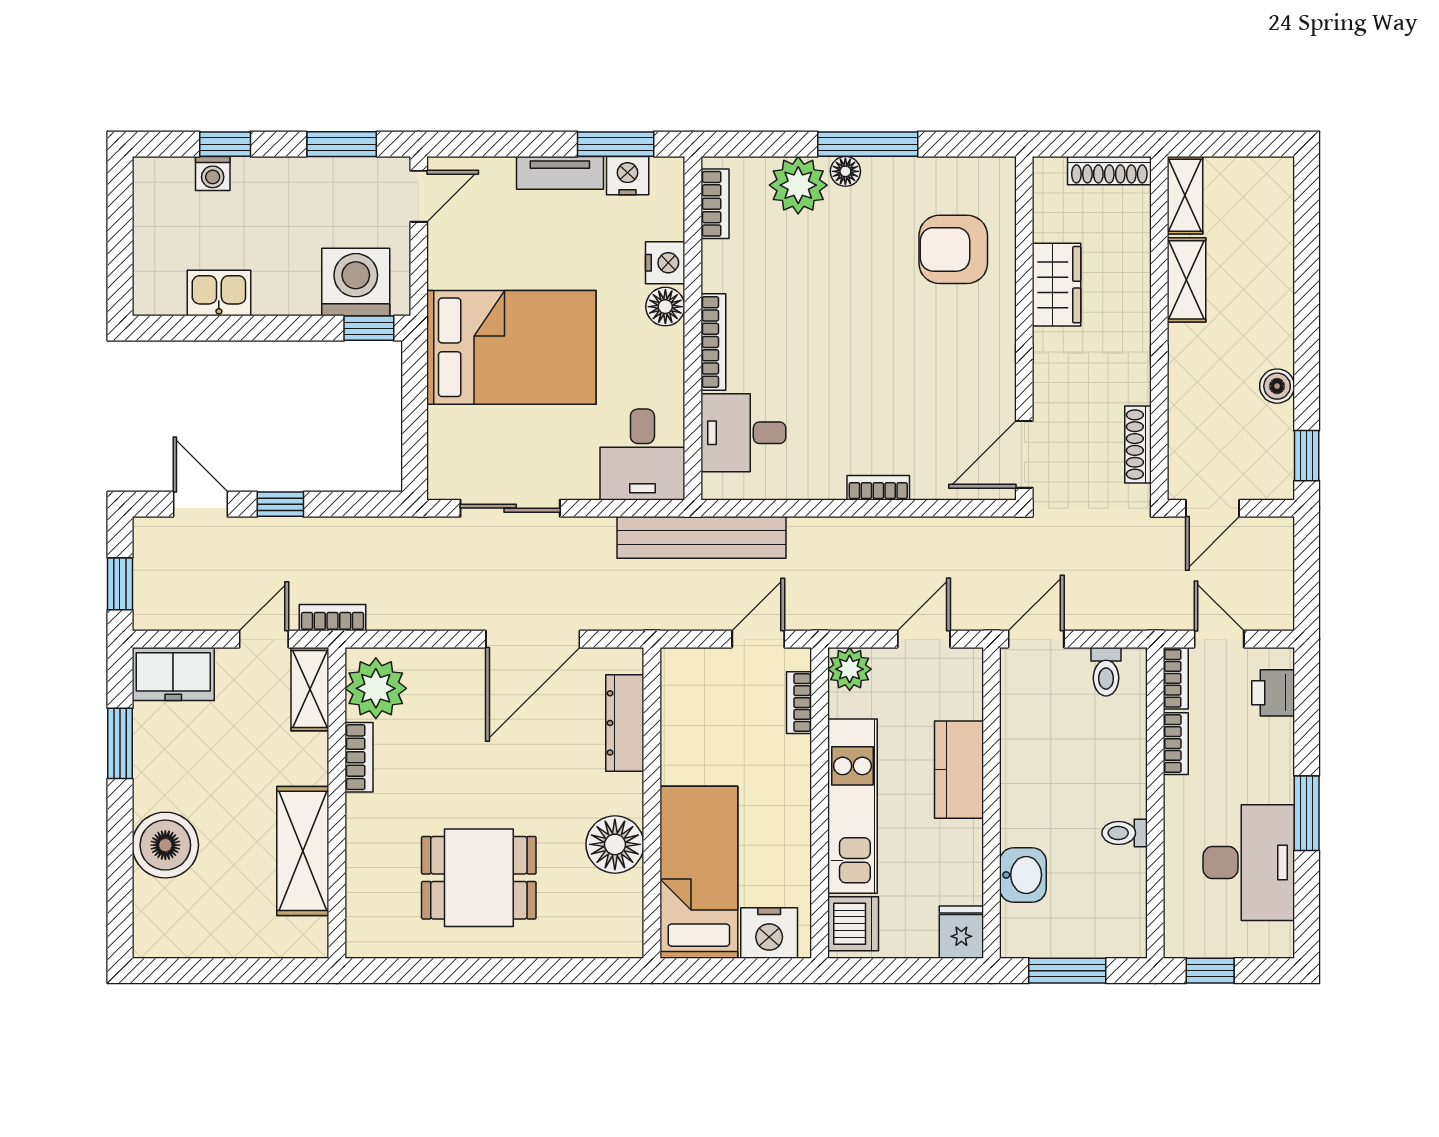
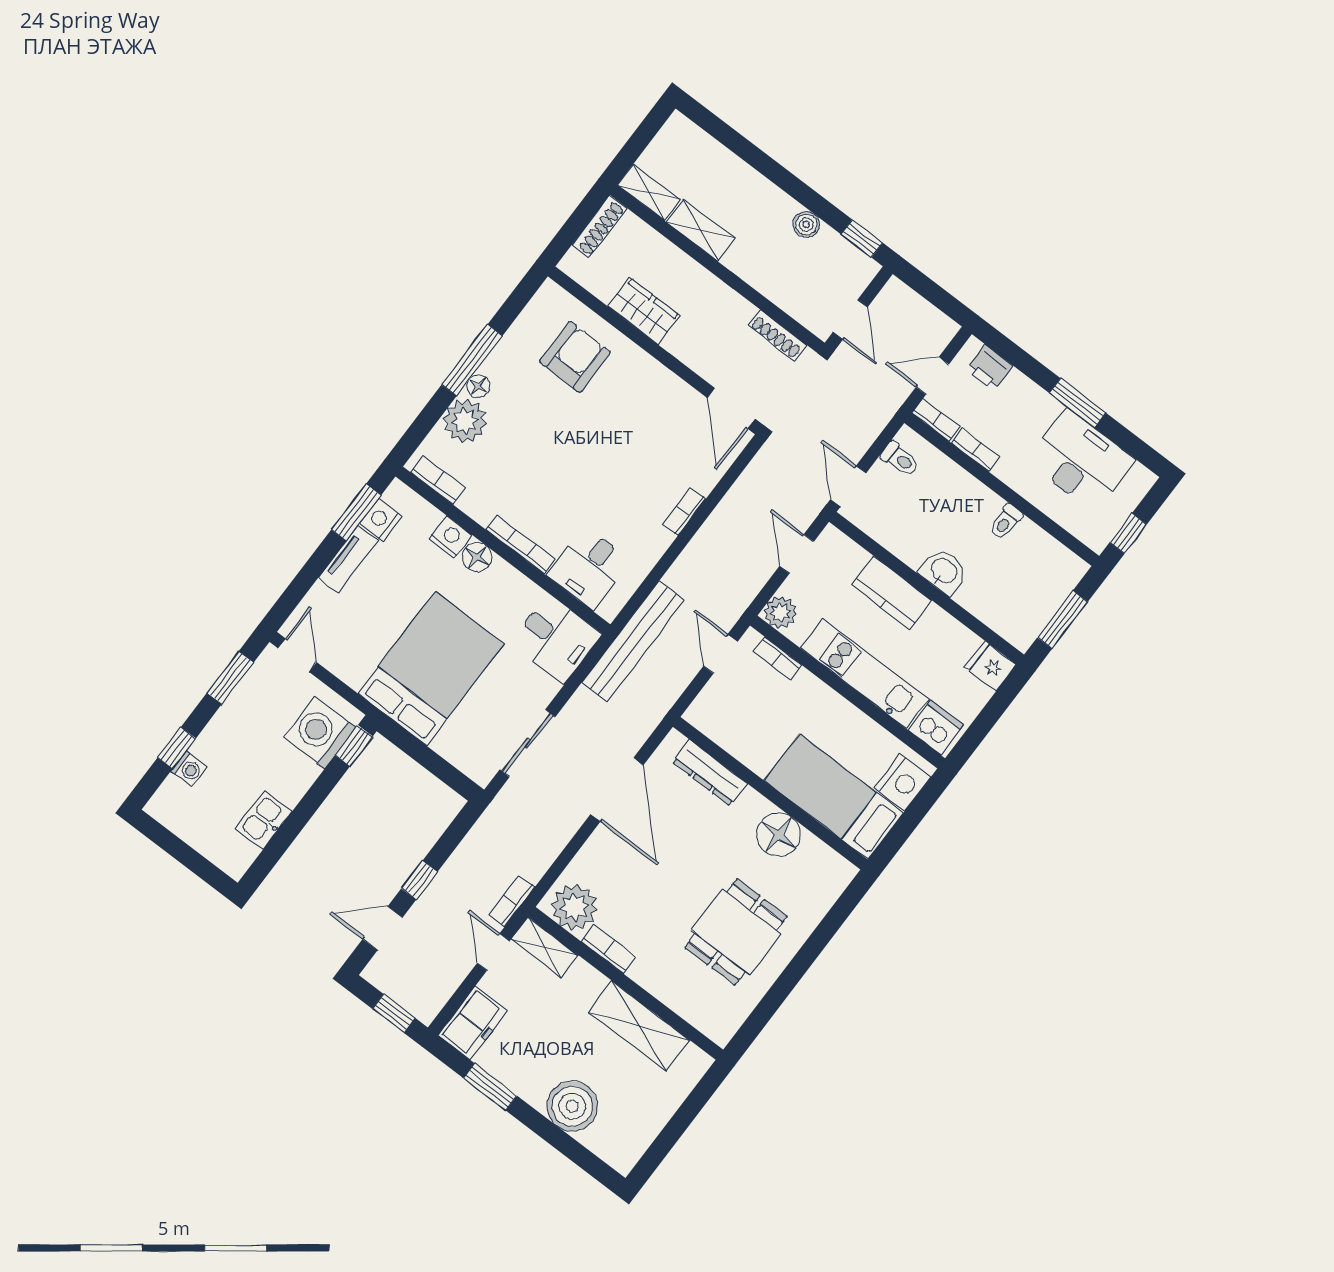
armchair: (953, 249) -> (575, 357), turned 180
washbasin: (1023, 875) -> (944, 571), moved

